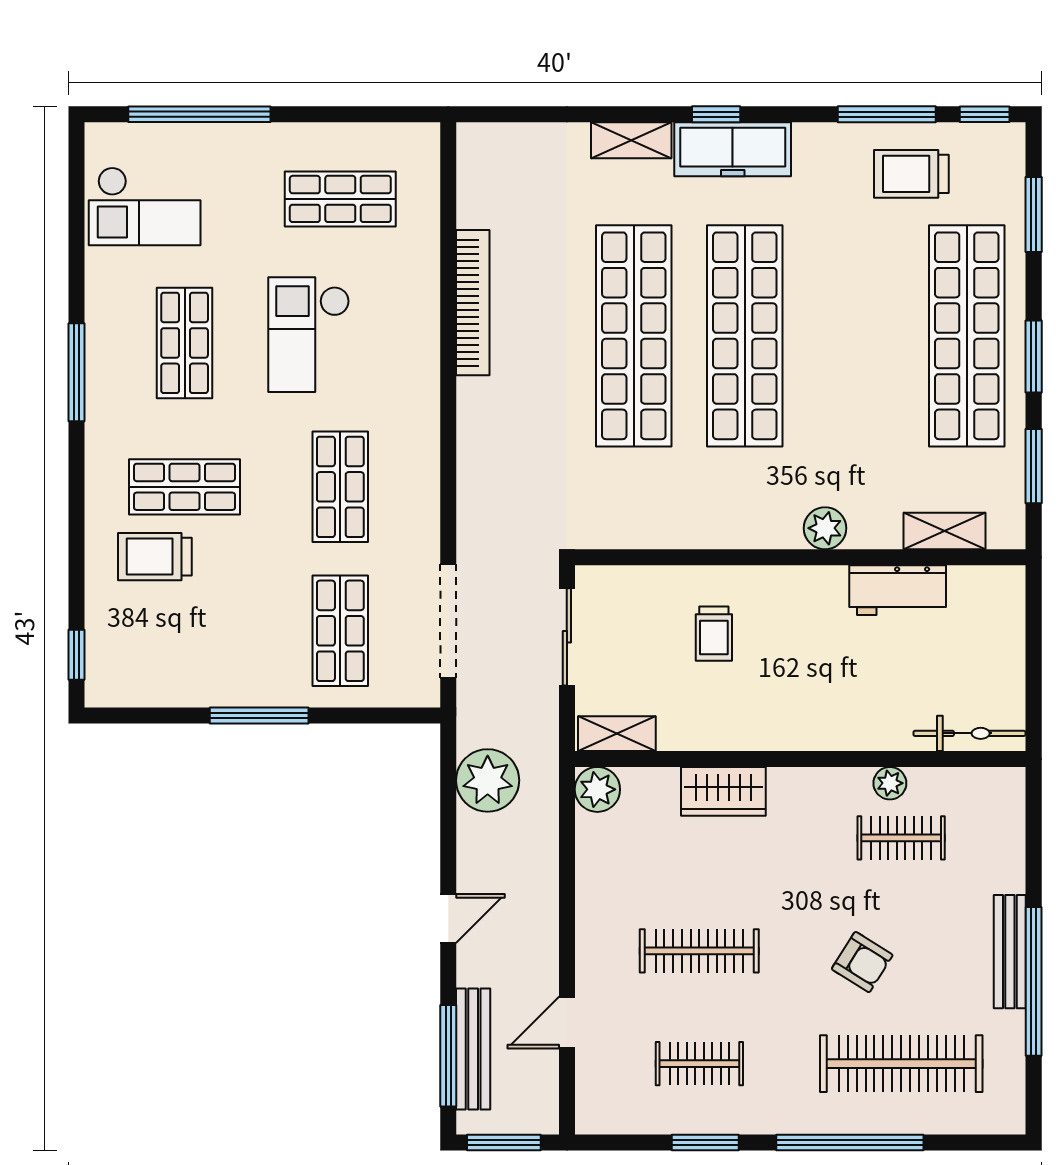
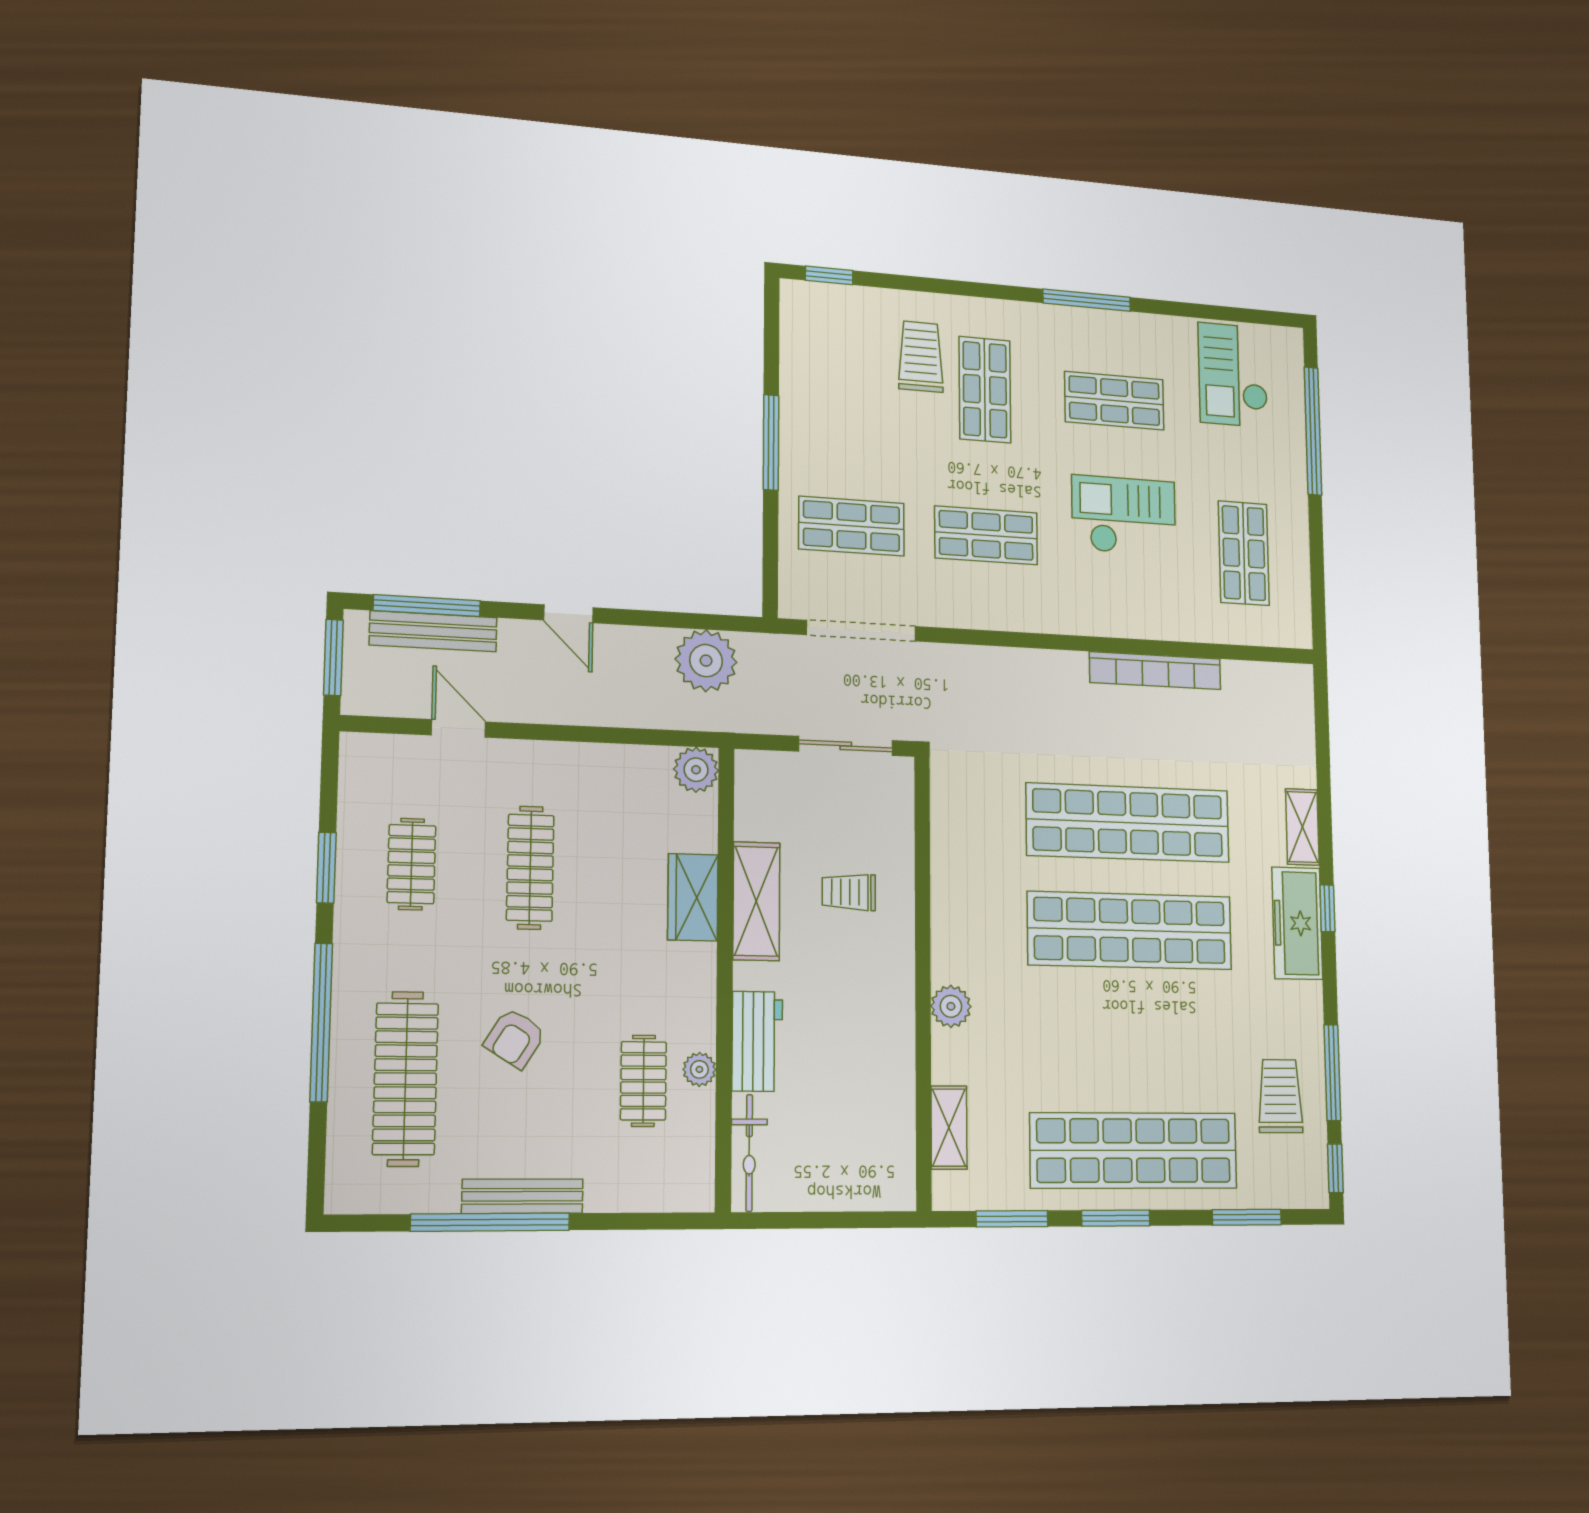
workbench: (898, 590) -> (757, 1041), moved, turned 180
shelving: (617, 734) -> (756, 901), moved, width x1.50, depth x1.33

